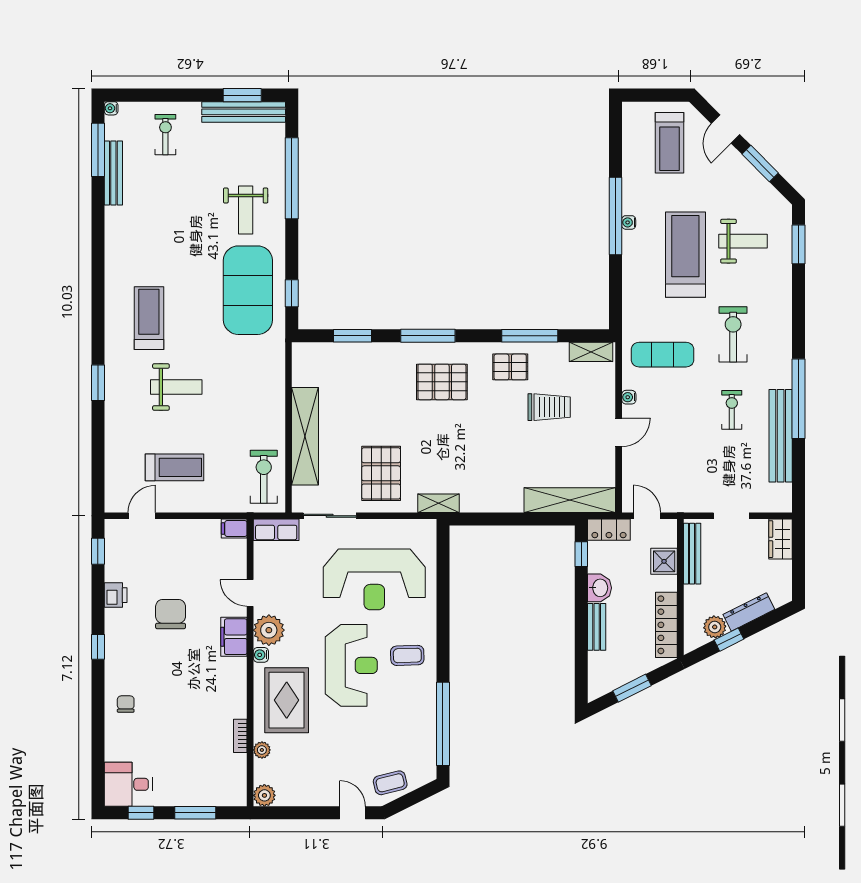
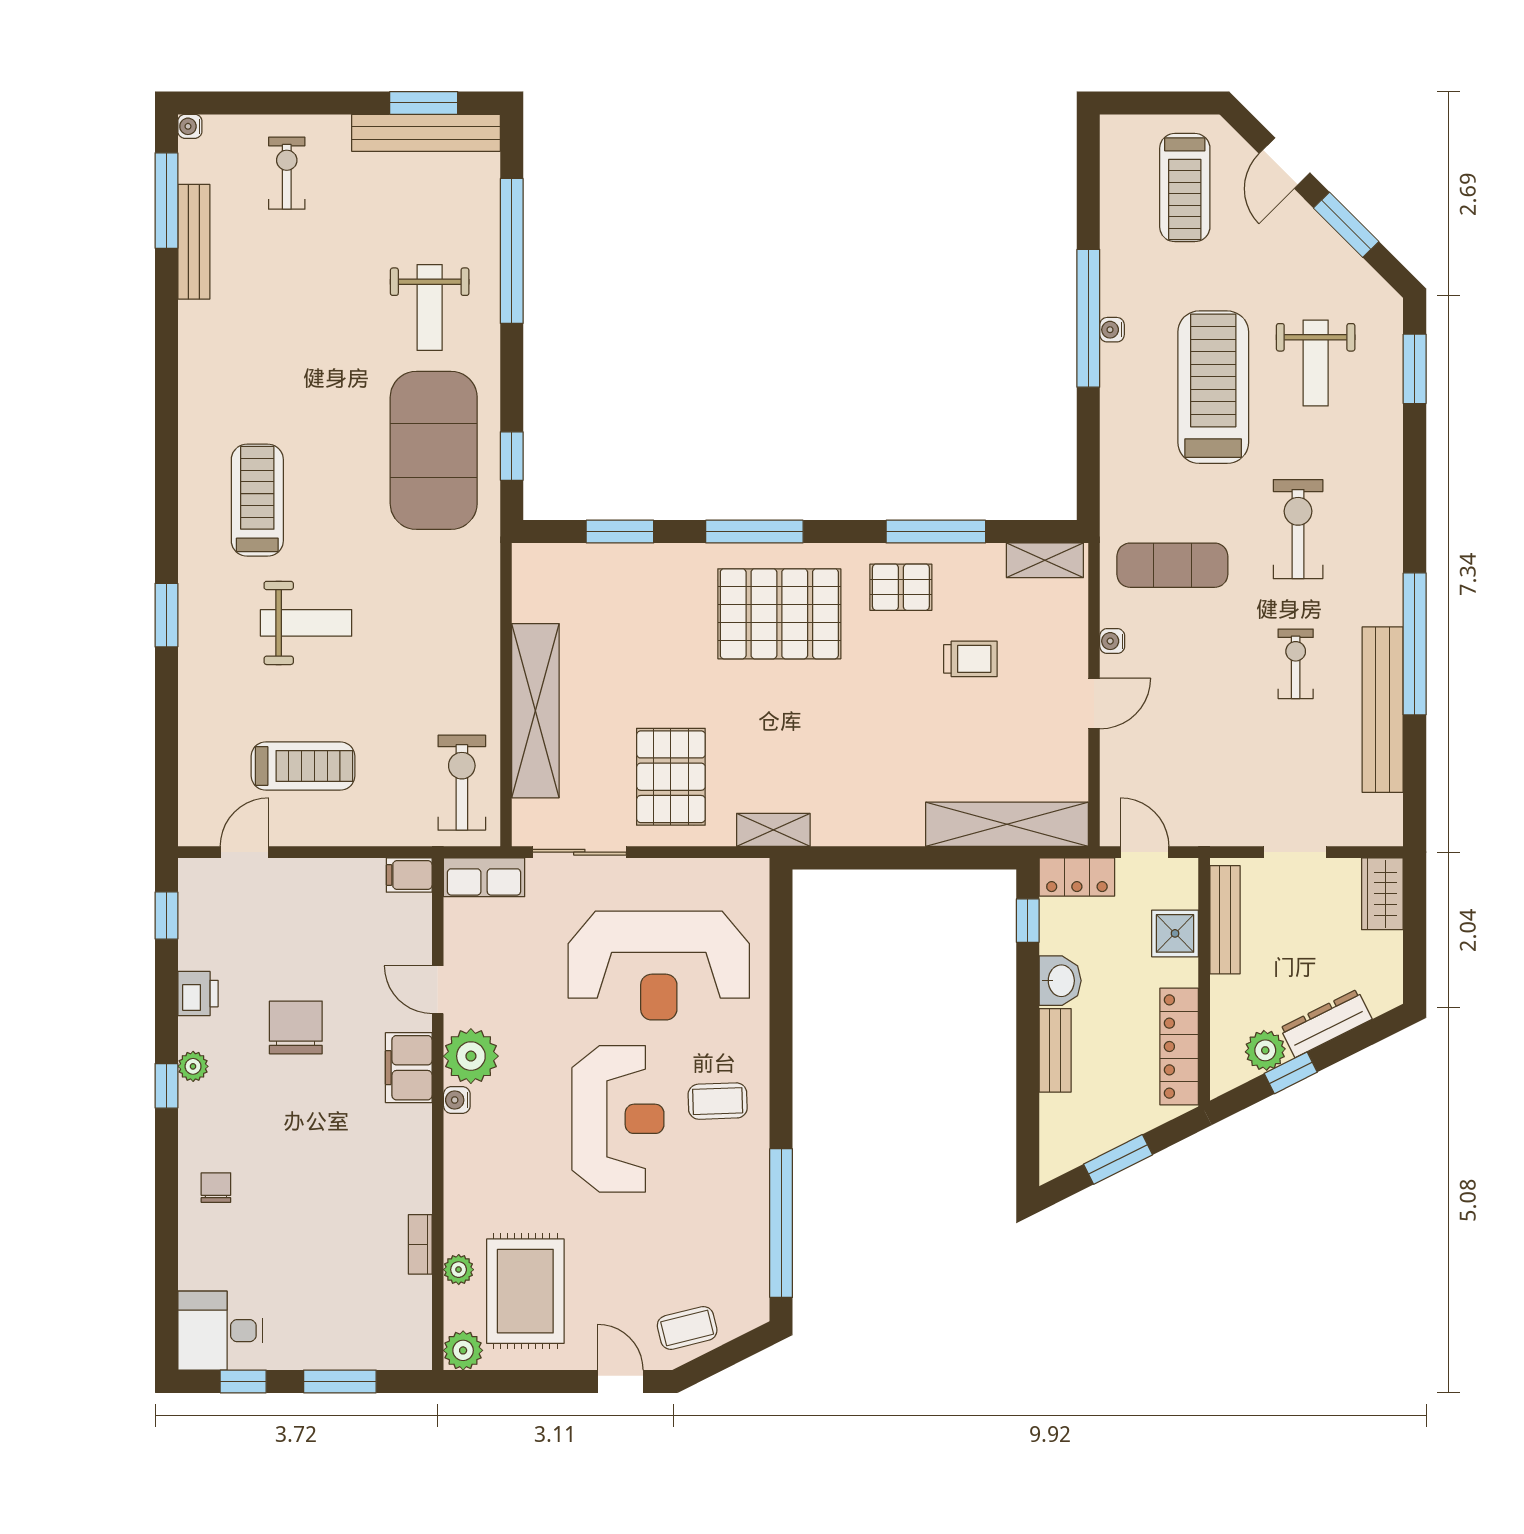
weight bench: (743, 241) -> (1316, 363), turned 90
pallet: (442, 382) -> (779, 614), width x1.37, depth x1.41
trolley: (549, 407) -> (970, 659), width x0.73, depth x0.72
plant: (113, 636) -> (193, 1066), added
rug: (287, 700) -> (525, 1291), moved

